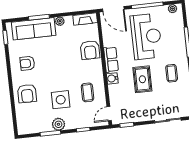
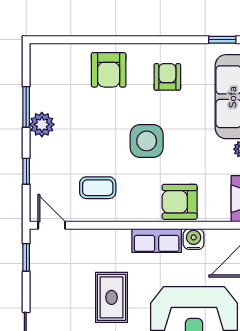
water cooler: (112, 78) -> (194, 239), moved
rug: (142, 79) -> (111, 297), turned 90
armchair: (27, 93) -> (109, 70), turned -90
side table: (61, 100) -> (147, 141), moved

